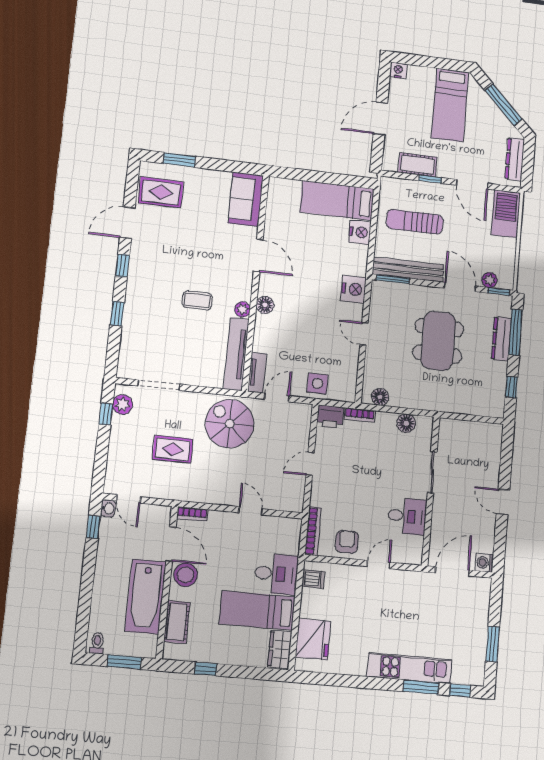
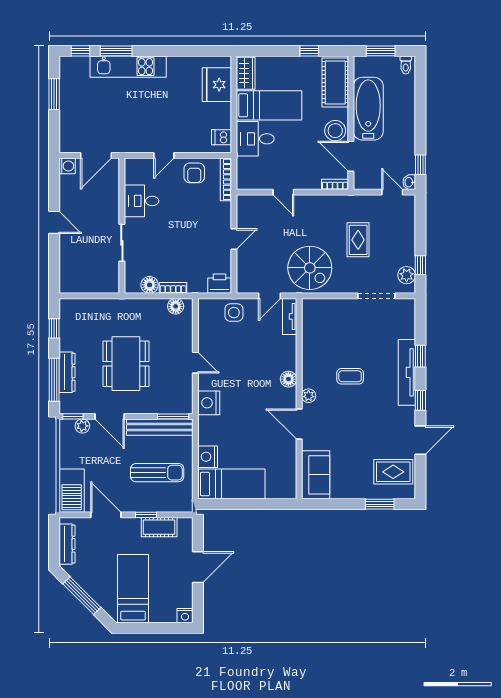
plant: (242, 309) -> (309, 396), moved
tv unit: (236, 354) -> (407, 372), moved, turned 180
bookcase: (360, 415) -> (173, 288), moved
rug: (173, 449) -> (358, 240), turned 90
cot: (177, 622) -> (335, 82), width x1.37, depth x1.34

